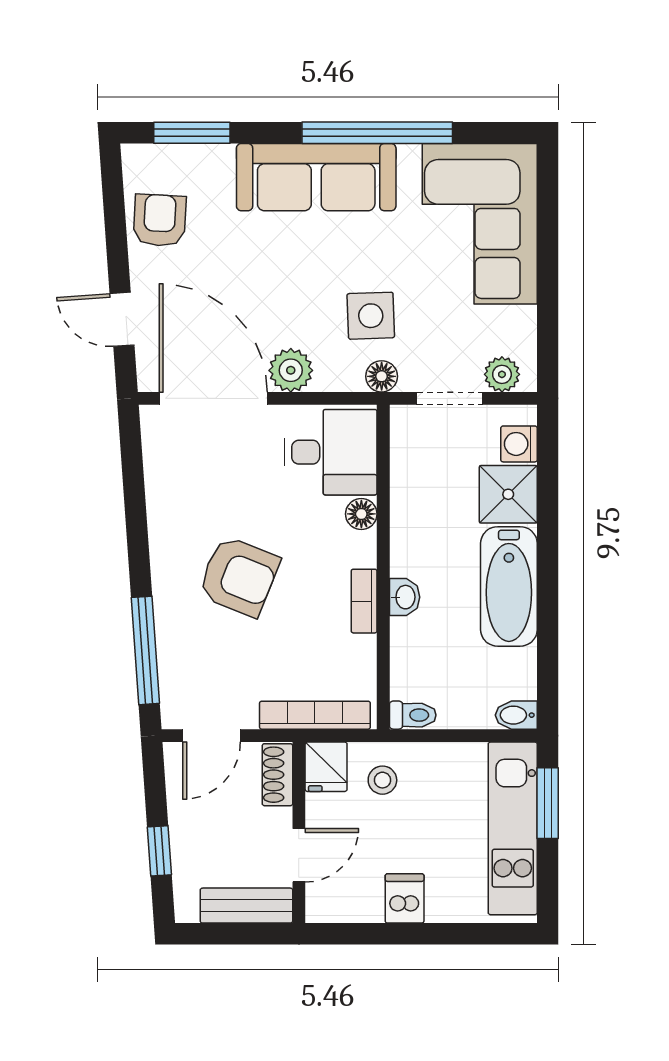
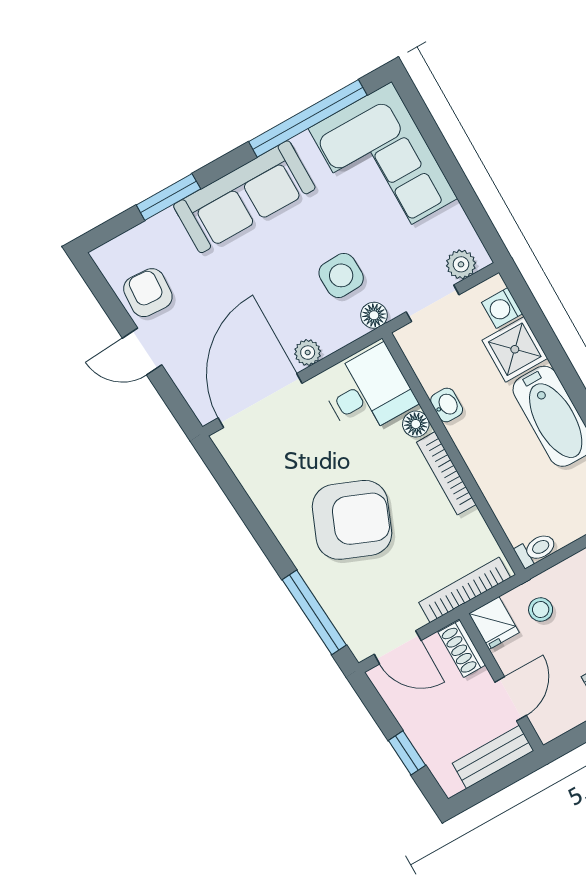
window: (192, 133) -> (168, 197), moved
window: (377, 133) -> (308, 118), moved
door: (122, 319) -> (142, 352), moved
plant: (291, 370) -> (308, 353), width x0.73, depth x0.73
door: (213, 398) -> (260, 401), hinge flipped
armchair: (239, 576) -> (352, 520), width x1.36, depth x1.36
washbasin: (405, 597) -> (447, 405), moved
bookcase: (364, 601) -> (446, 473), width x1.56
door: (211, 736) -> (398, 647), hinge flipped

